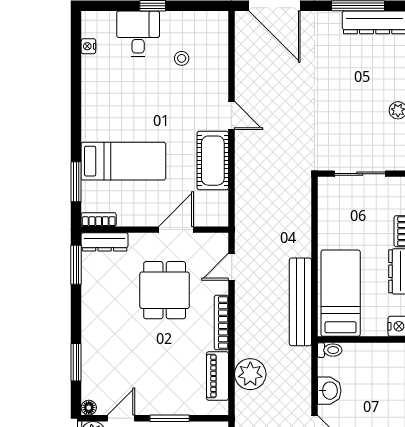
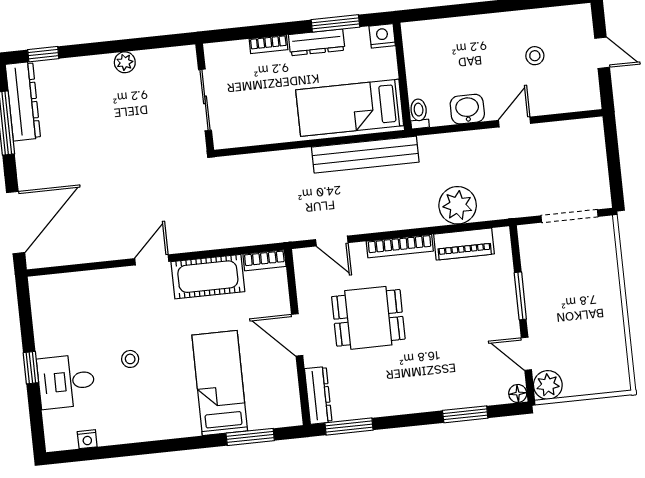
stool: (182, 58) -> (130, 359), moved
bookcase: (99, 220) -> (265, 260), moved, turned -90
door: (176, 230) -> (297, 335), moved

